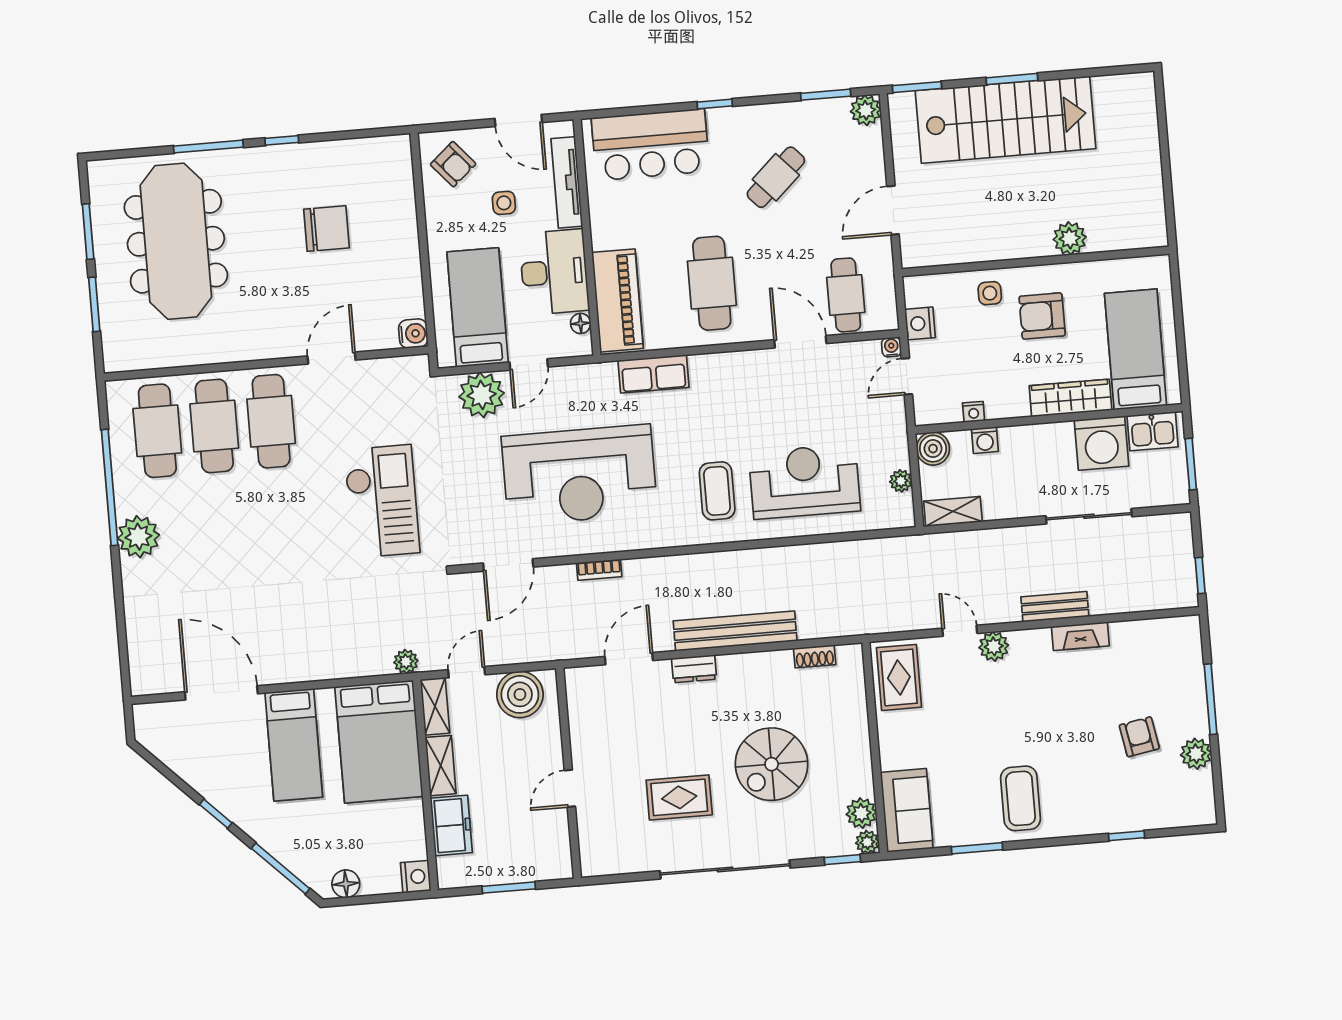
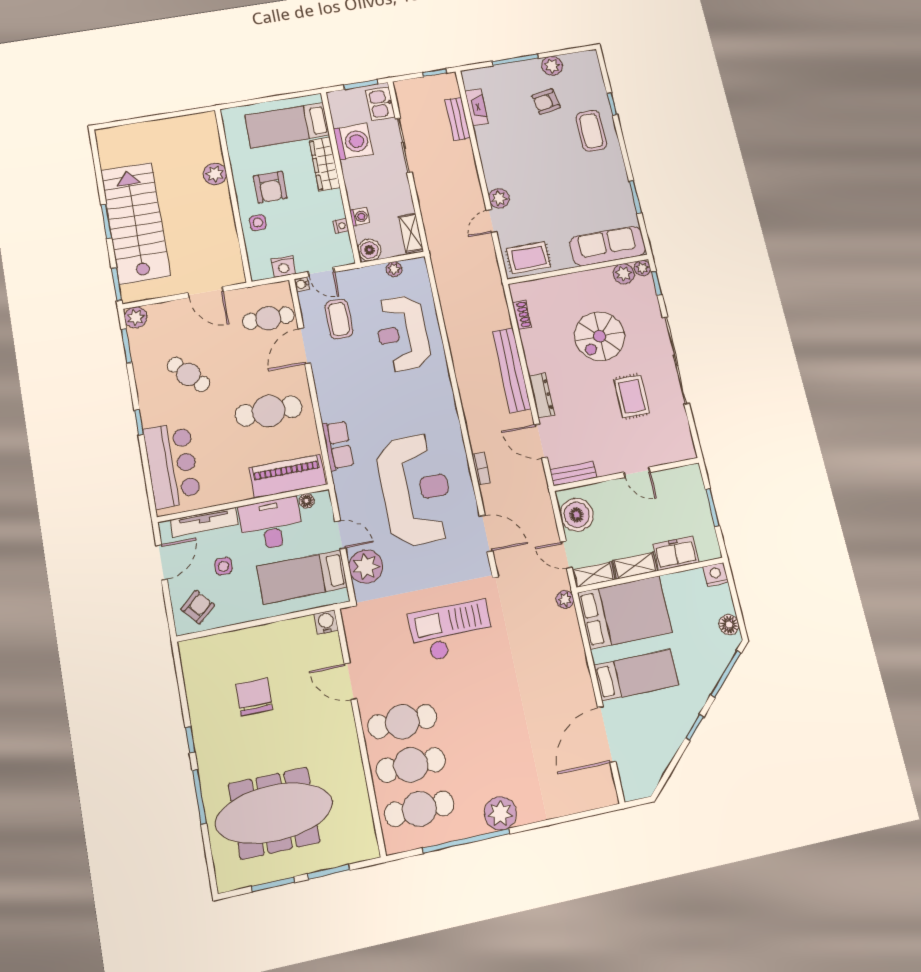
kitchen sink: (1153, 431) -> (380, 104), moved, turned 180
coffee table: (717, 491) -> (339, 319), moved, turned 90
bench: (1055, 607) -> (458, 119), moved
fireplace: (1080, 636) -> (476, 107), moved
dresser: (694, 669) -> (542, 395), width x1.44
bench: (578, 698) -> (573, 474), added
spiral stairs: (772, 764) -> (600, 336), turned 90
coffee table: (1021, 798) -> (591, 131), moved, turned 90
sofa: (907, 810) -> (608, 246), width x1.36

